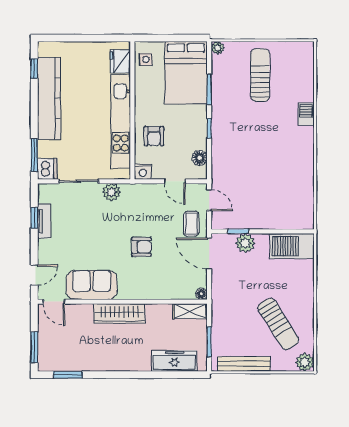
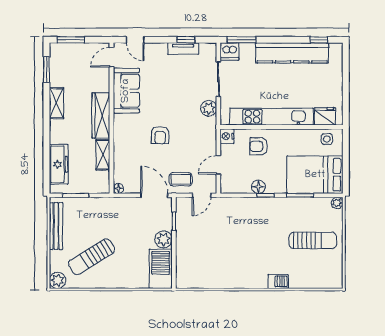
floor lamp: (200, 158) -> (258, 187), moved
plant: (245, 243) -> (163, 239), moved
door: (209, 253) -> (154, 195), hinge flipped
shelving: (190, 311) -> (103, 155), moved
shelving: (105, 363) -> (57, 103), added

